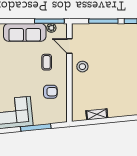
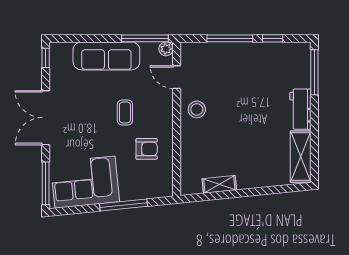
plant: (51, 28) -> (166, 49), moved
coffee table: (47, 62) -> (125, 112), moved

